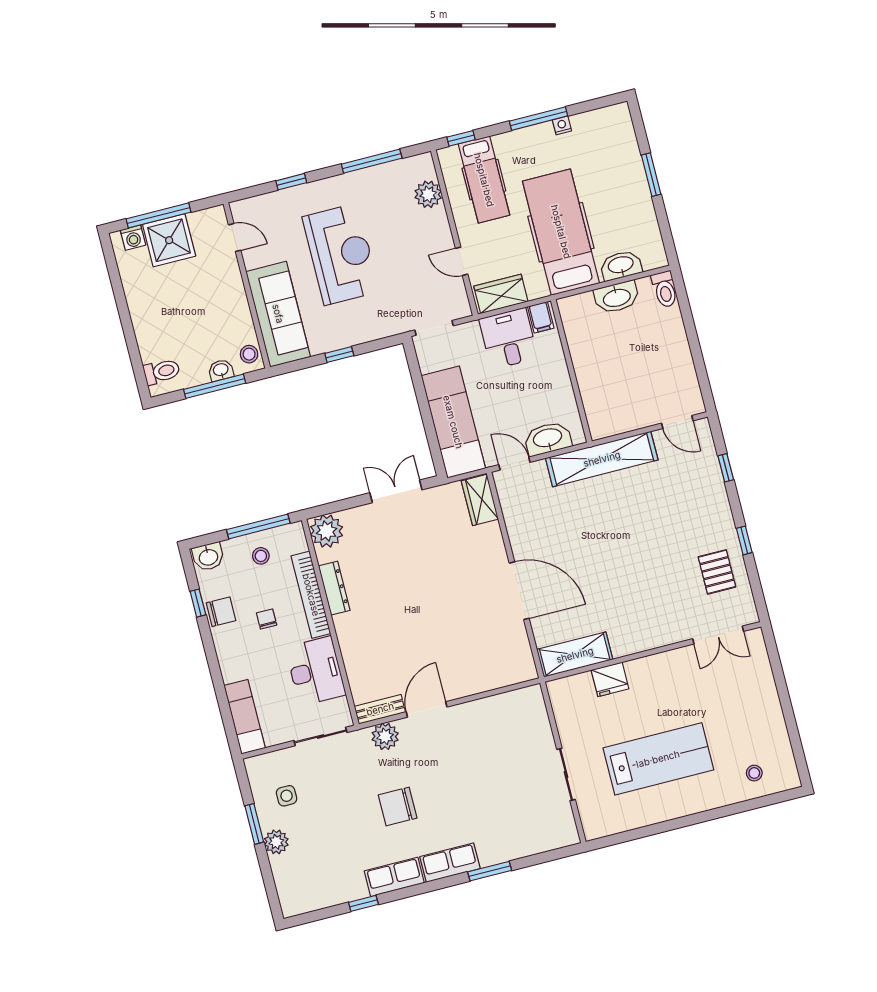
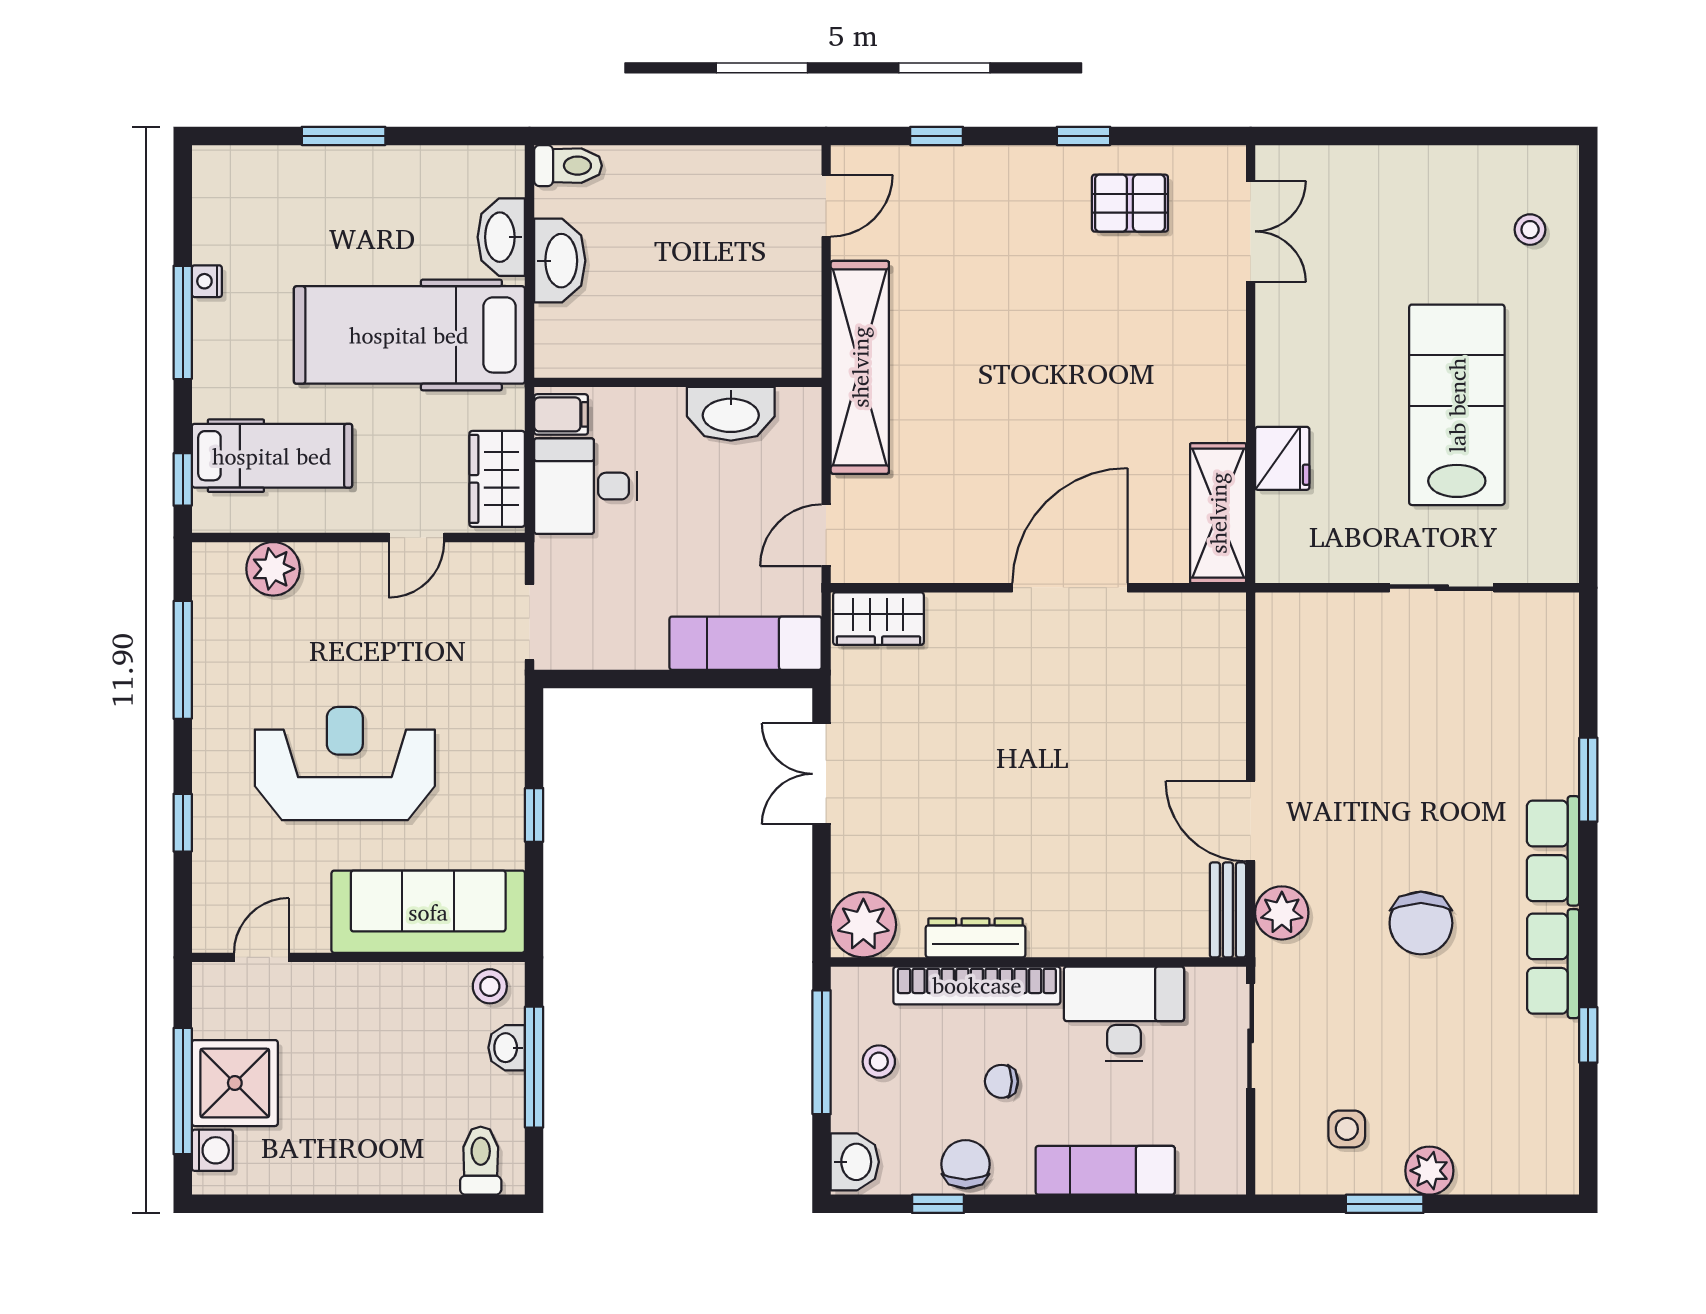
exam couch: (453, 422) -> (745, 643), width x0.73, depth x0.69
washbasin: (548, 439) -> (731, 414), moved, turned -90
exam couch: (245, 717) -> (1105, 1170), moved

